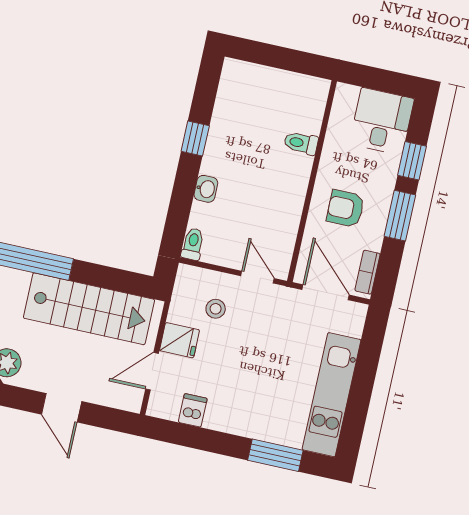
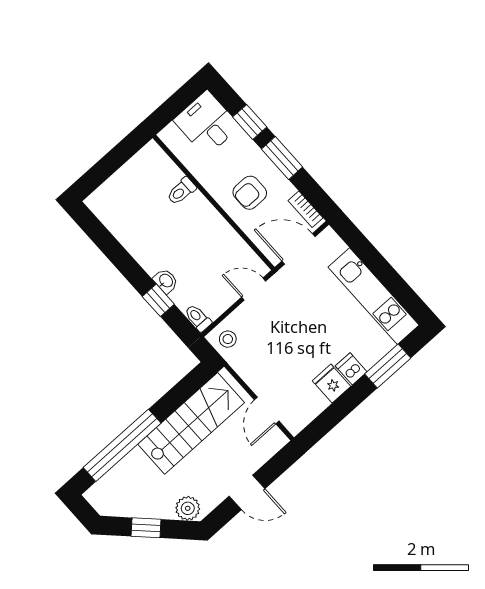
window: (195, 138) -> (158, 300), moved
stool: (216, 309) -> (228, 339), moved
fridge: (180, 340) -> (331, 384), moved, turned -90
dishwasher: (193, 410) -> (351, 369), moved

